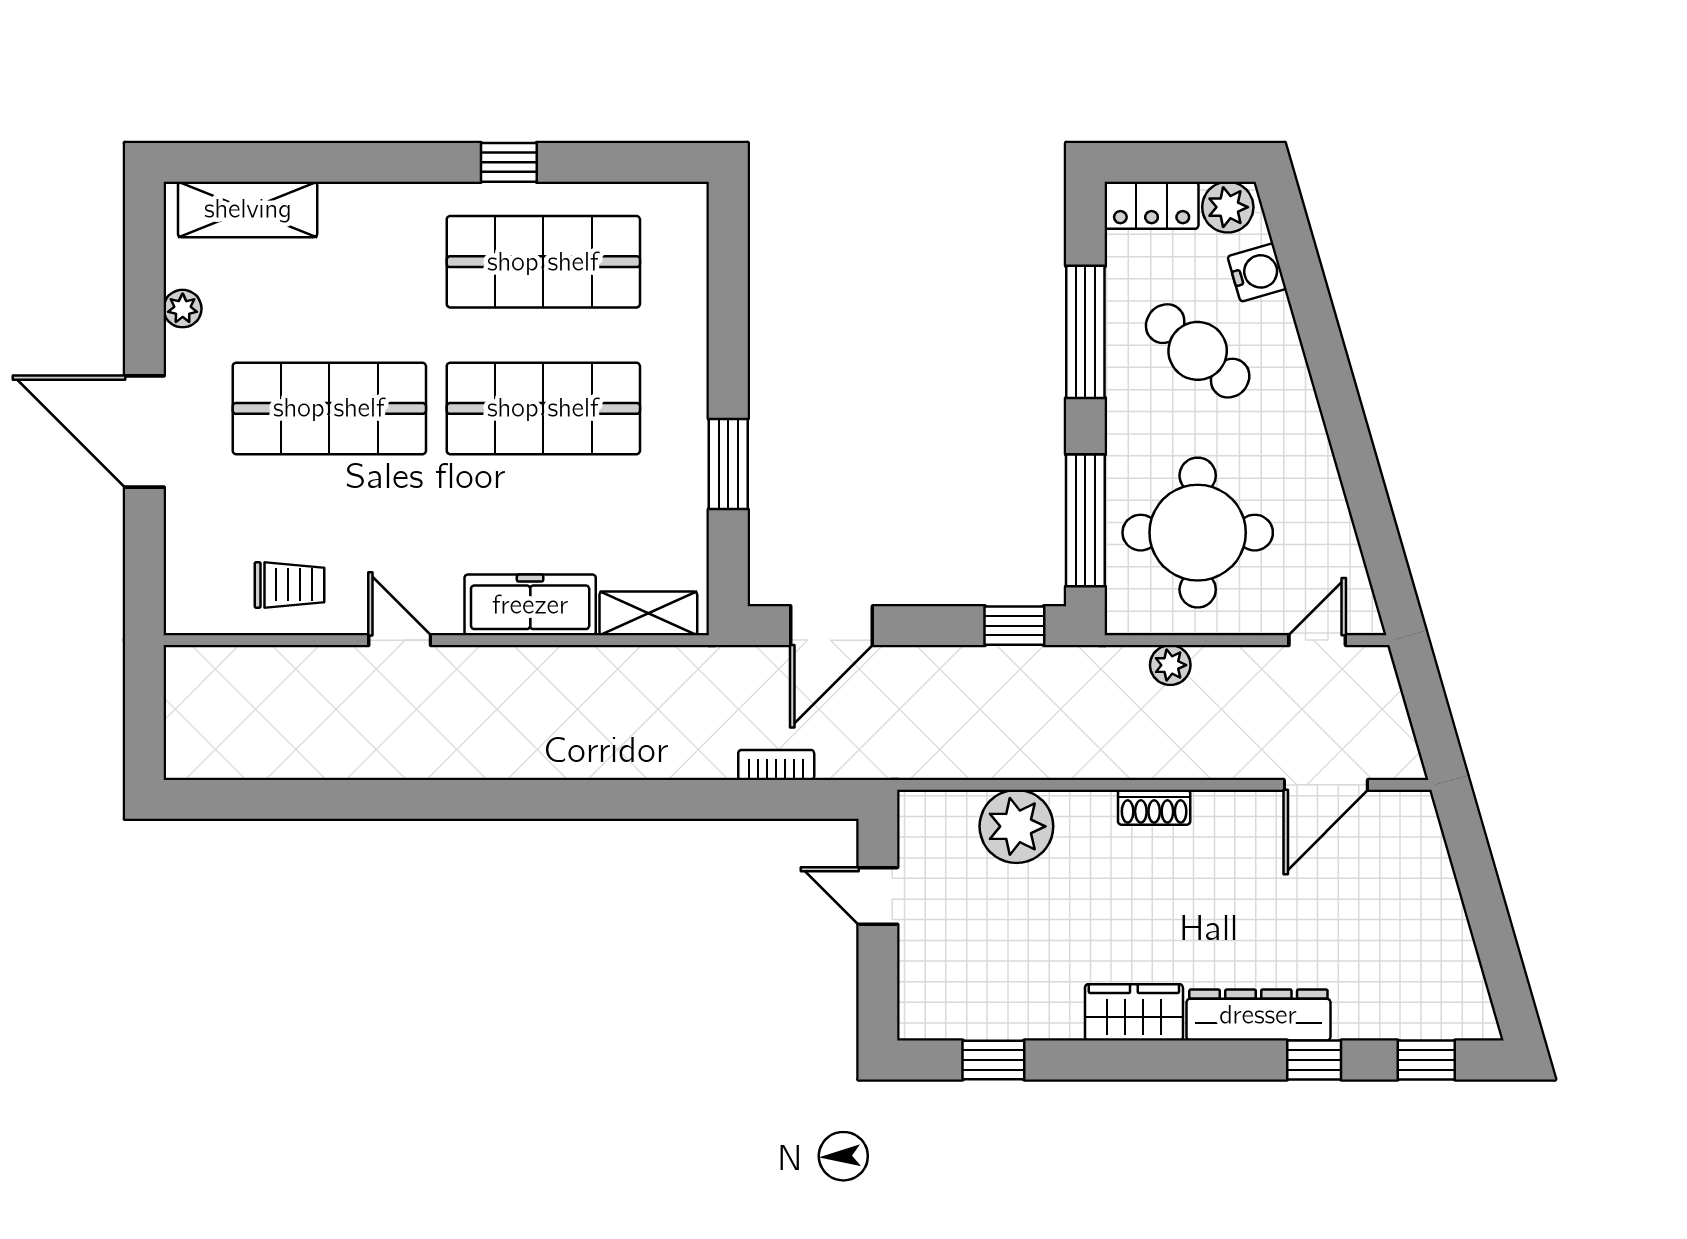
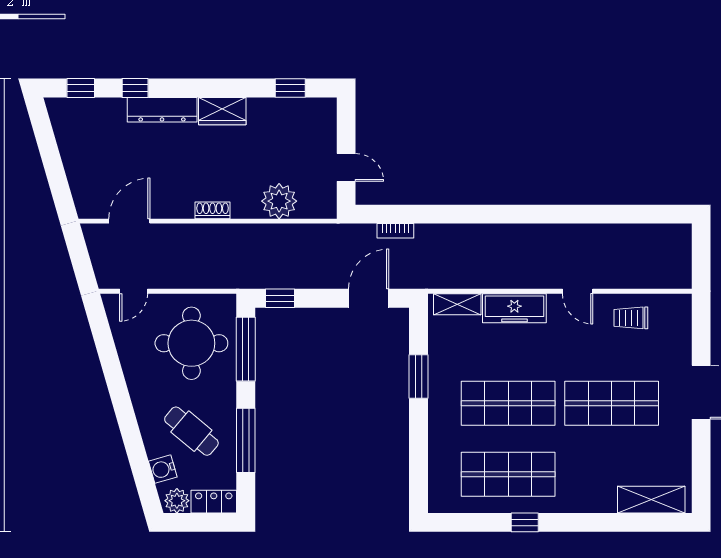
plant: (183, 309) -> (683, 452), removed
plant: (1170, 665) -> (205, 279), removed

